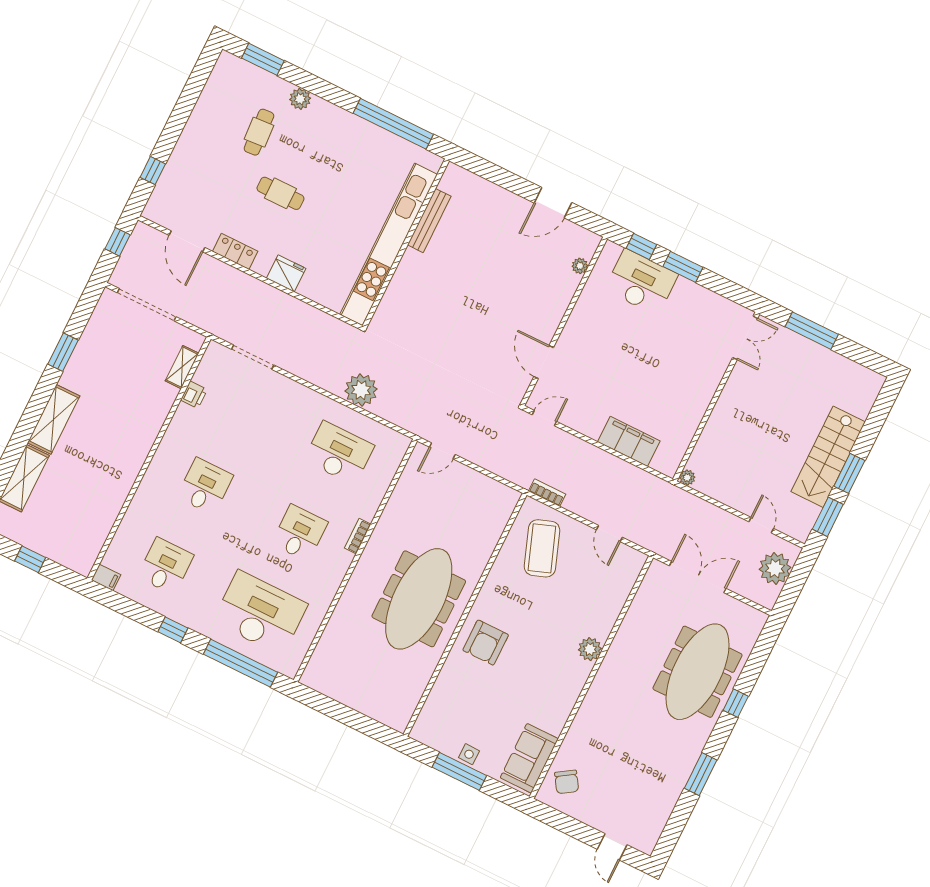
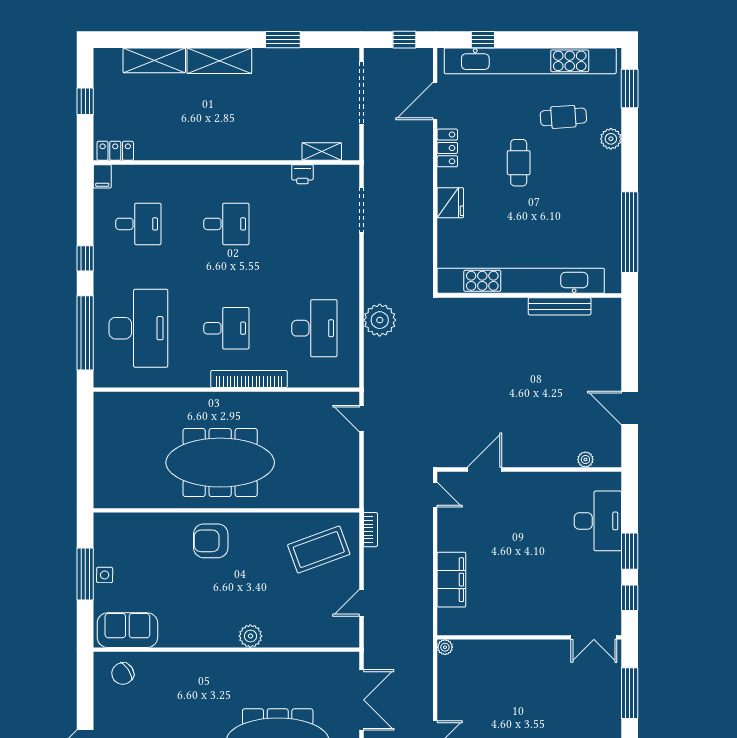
kitchen unit: (193, 137) -> (530, 61), added
window: (641, 246) -> (630, 598), moved
bookcase: (358, 536) -> (249, 379), width x2.31, depth x1.31
locker: (89, 554) -> (115, 151), added

